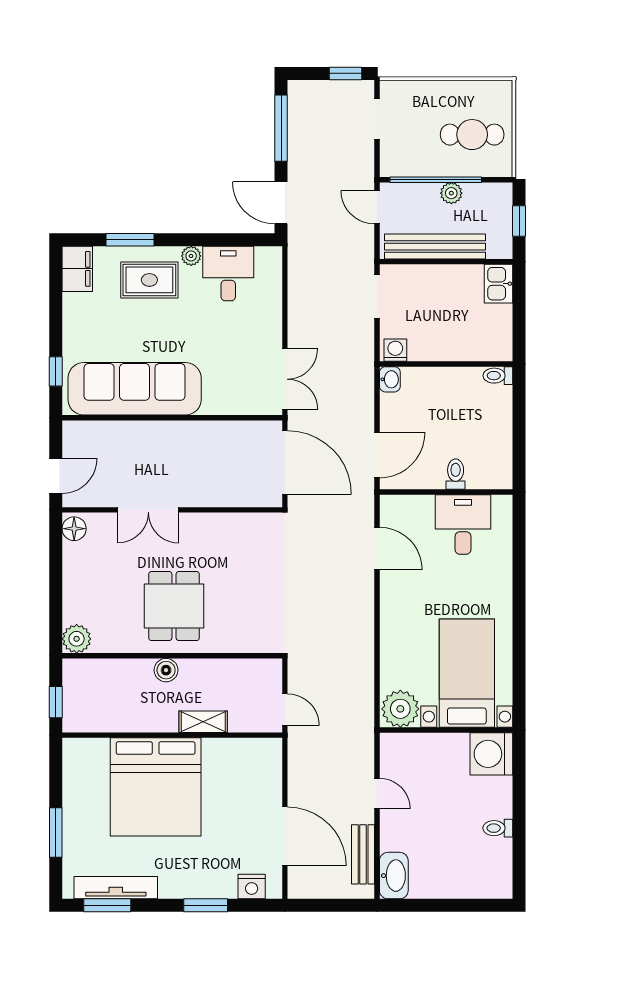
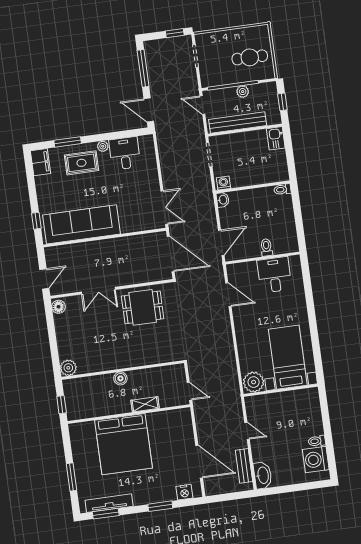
dining table: (174, 606) -> (143, 307), moved, turned 90
washing machine: (491, 754) -> (316, 459), moved

